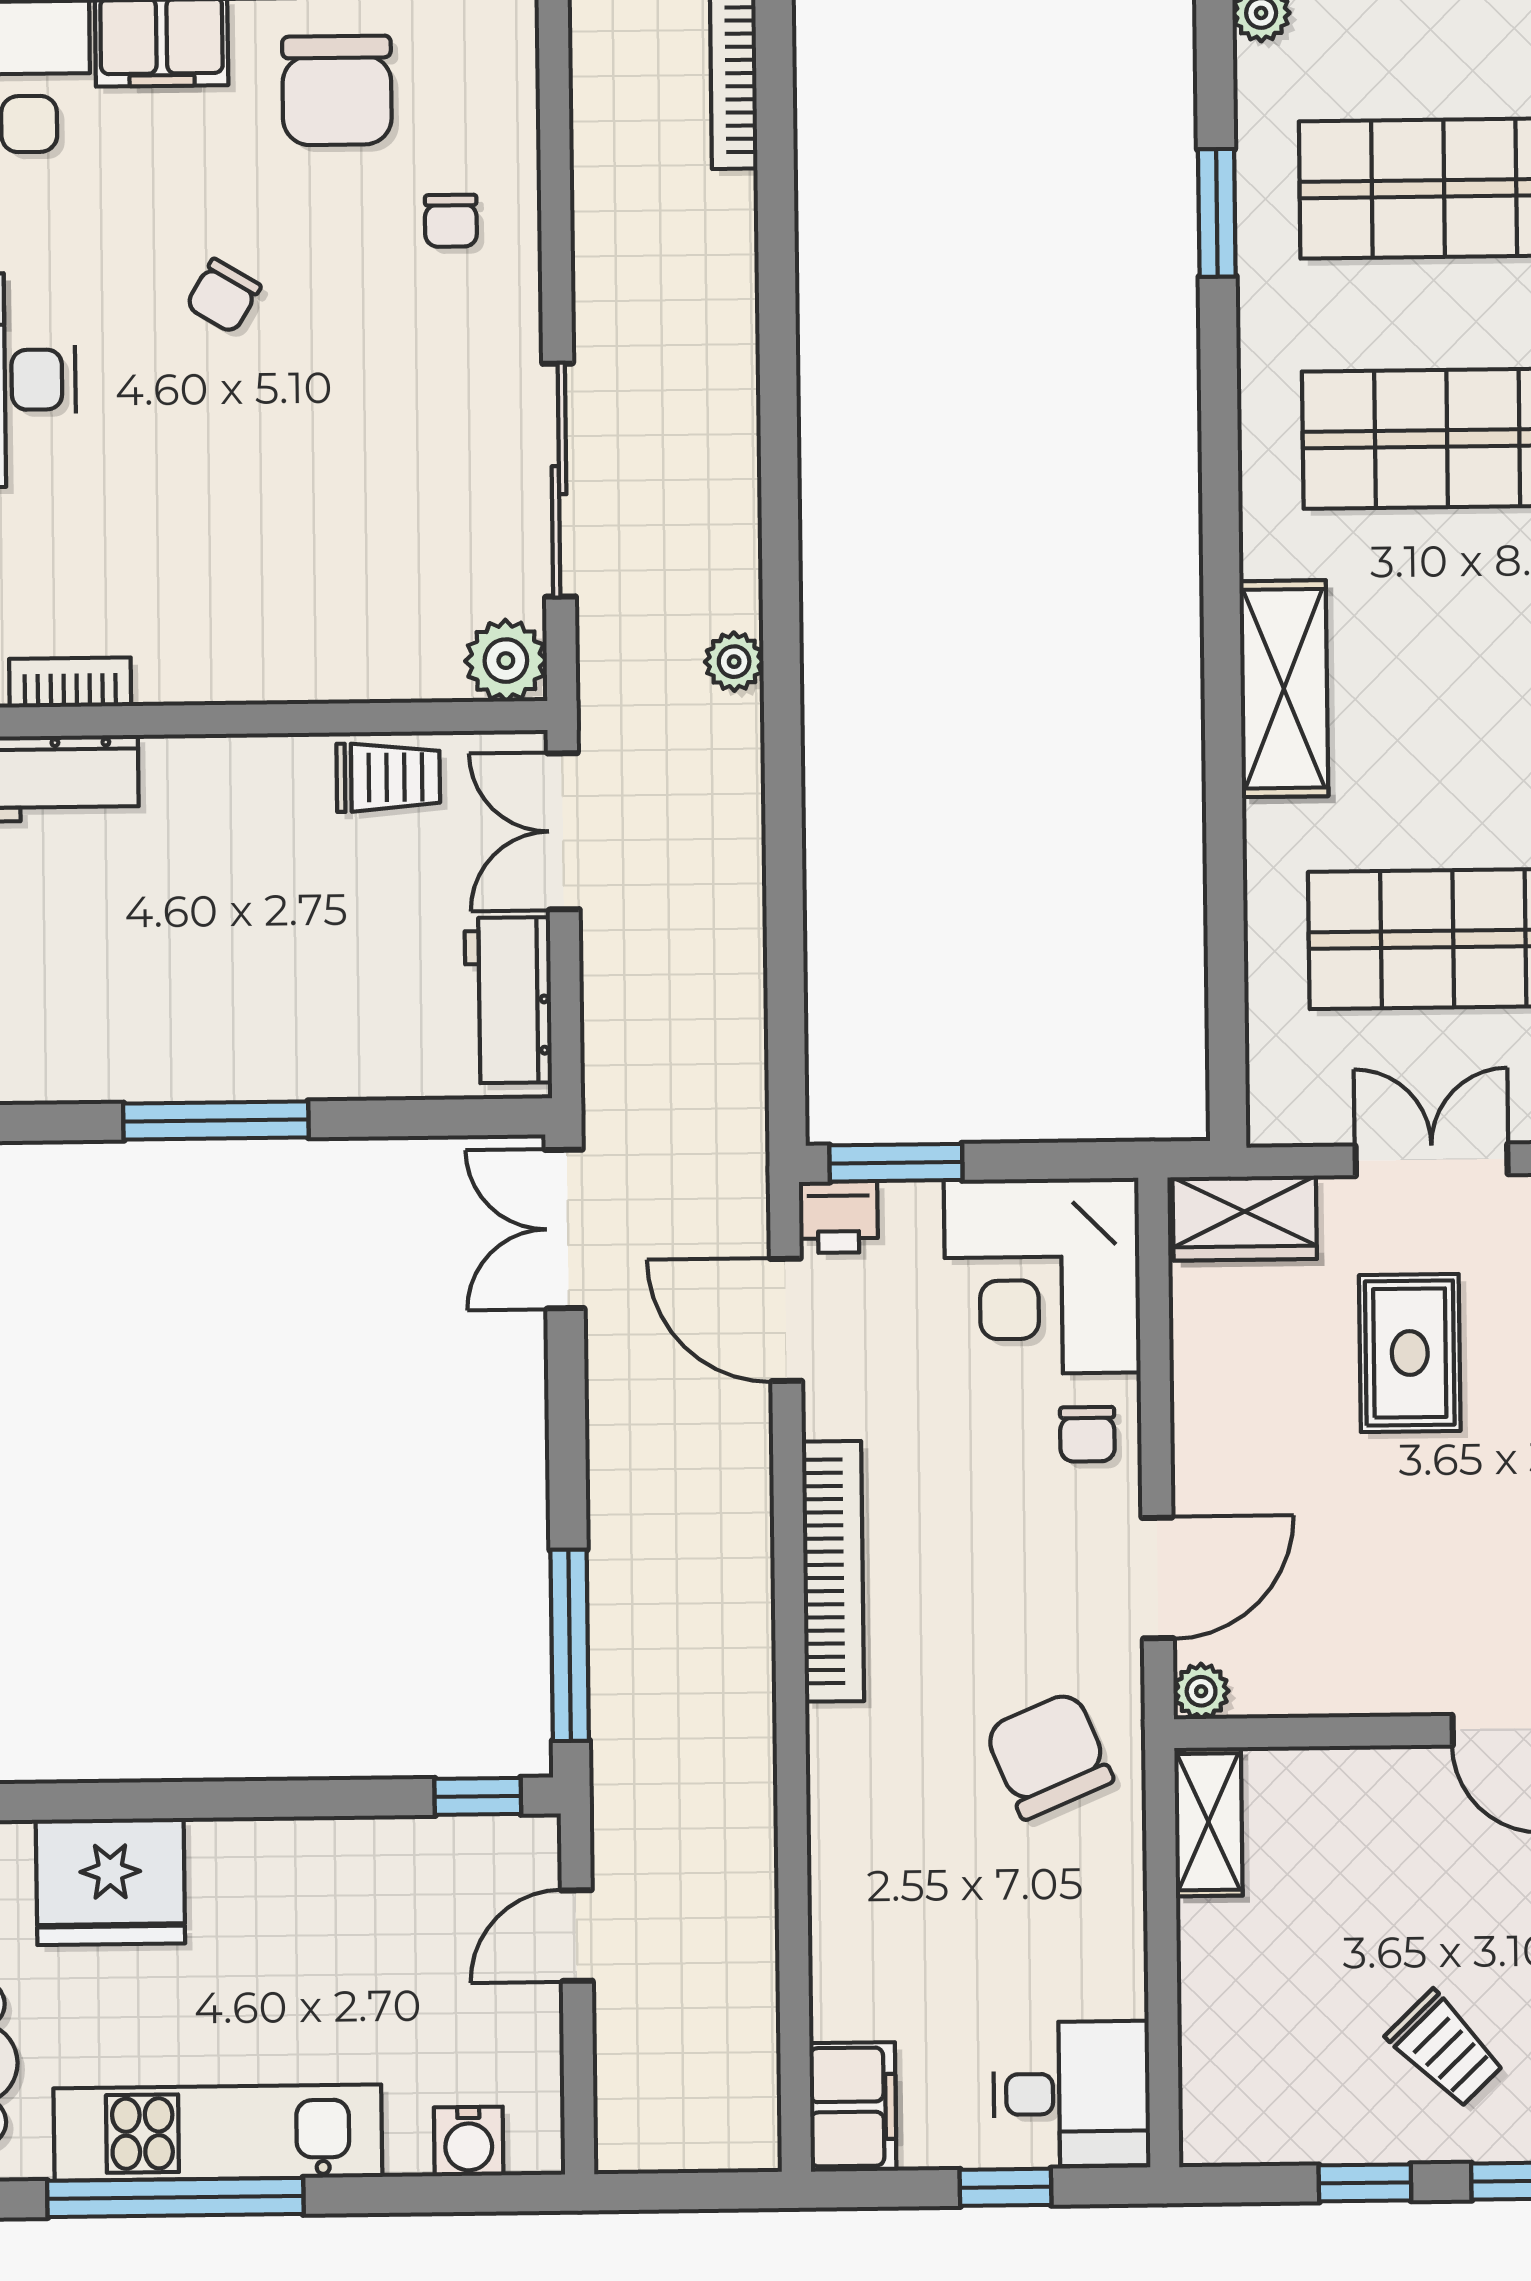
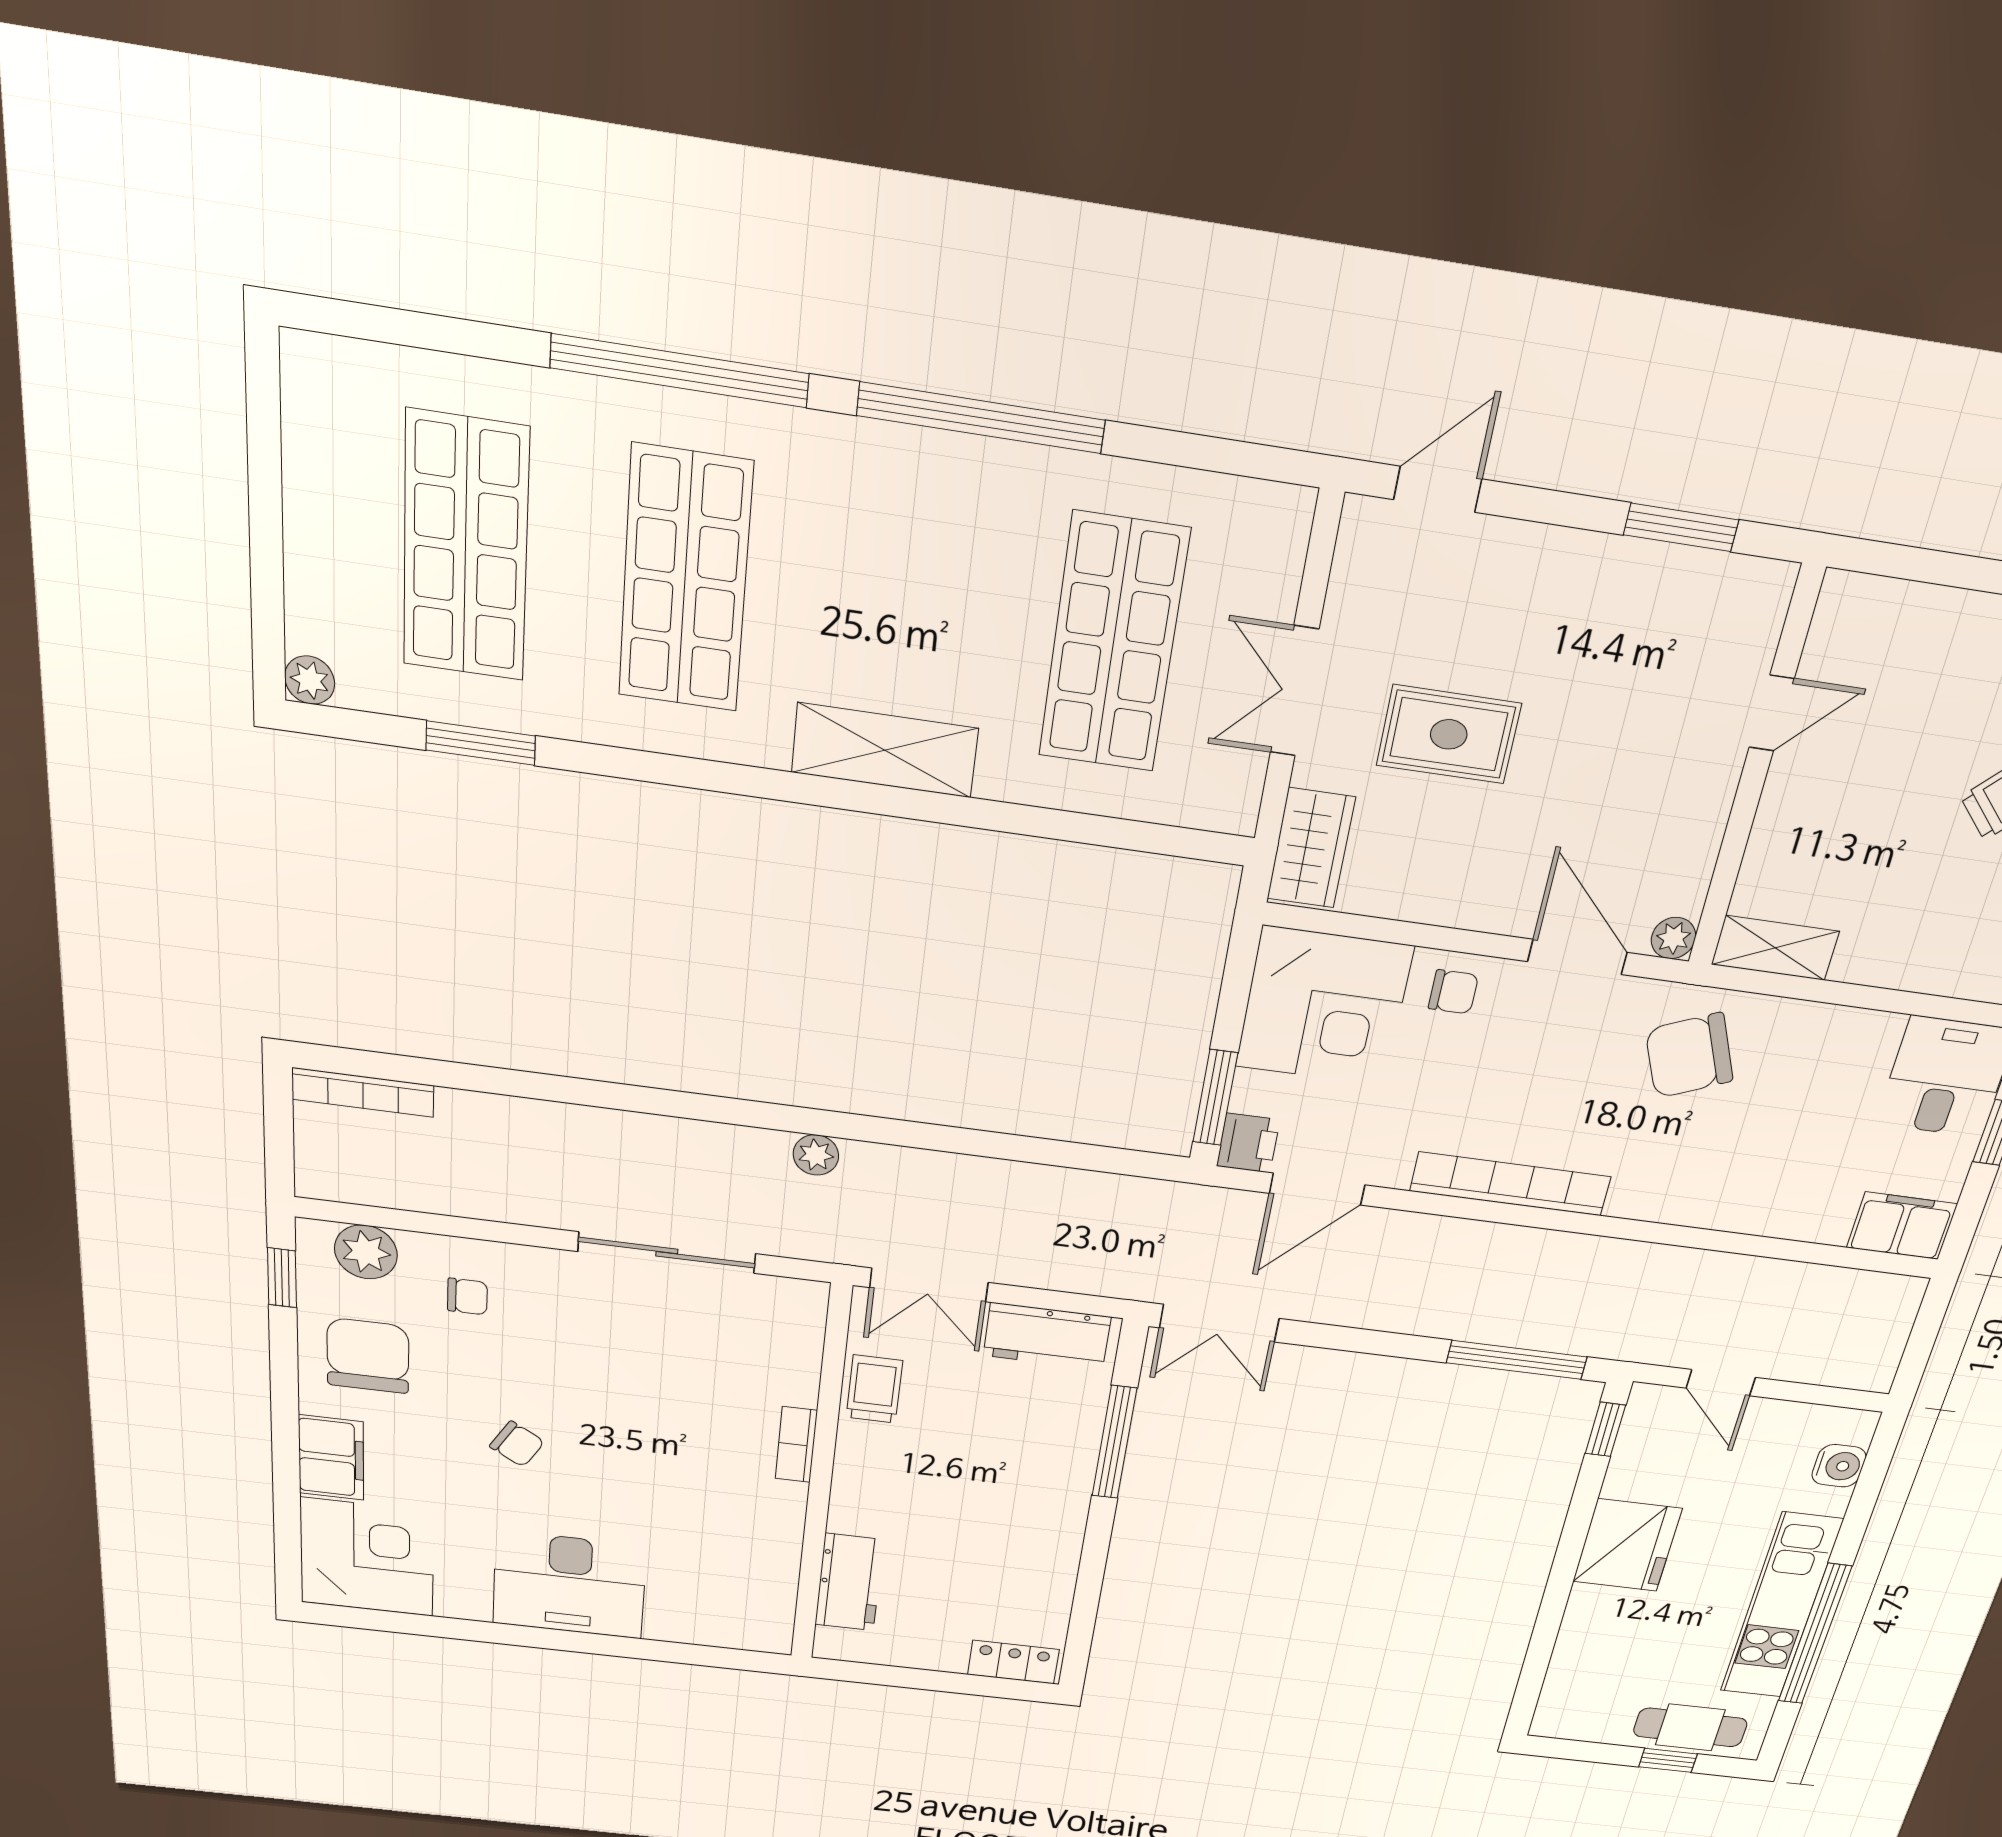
chair: (337, 90) -> (368, 1356), turned -90
plant: (506, 661) -> (366, 1252), moved
bookcase: (70, 682) -> (796, 1445), moved
window: (216, 1120) -> (1114, 1442), moved
fridge: (110, 1882) -> (1627, 1545), moved

